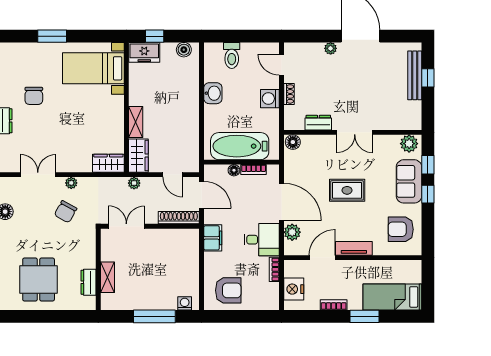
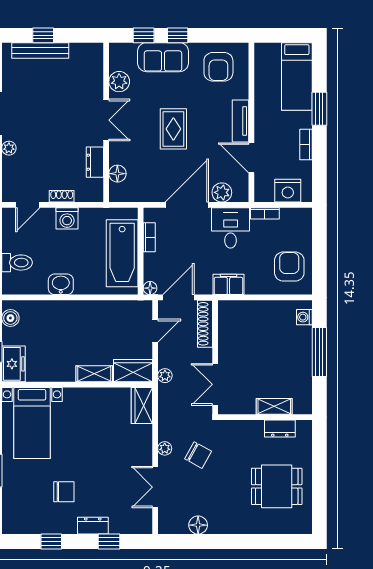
floor lamp: (293, 142) -> (117, 174), moved
plant: (409, 144) -> (119, 82), moved
floor lamp: (234, 170) -> (150, 288), moved

